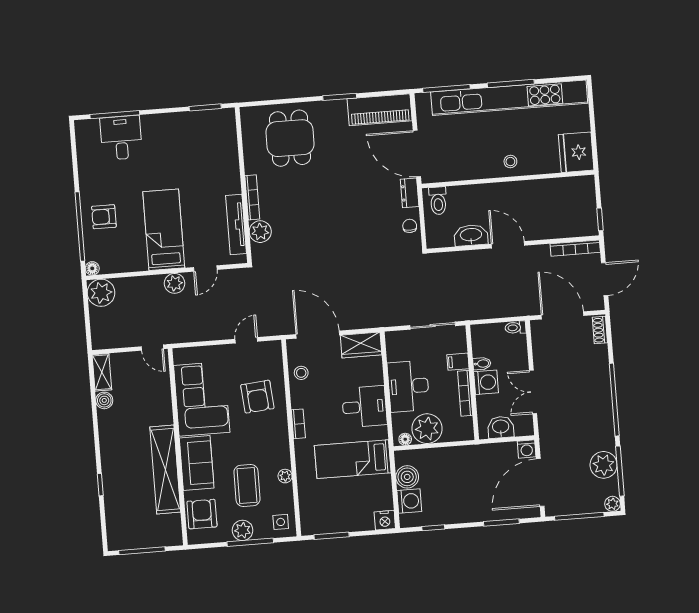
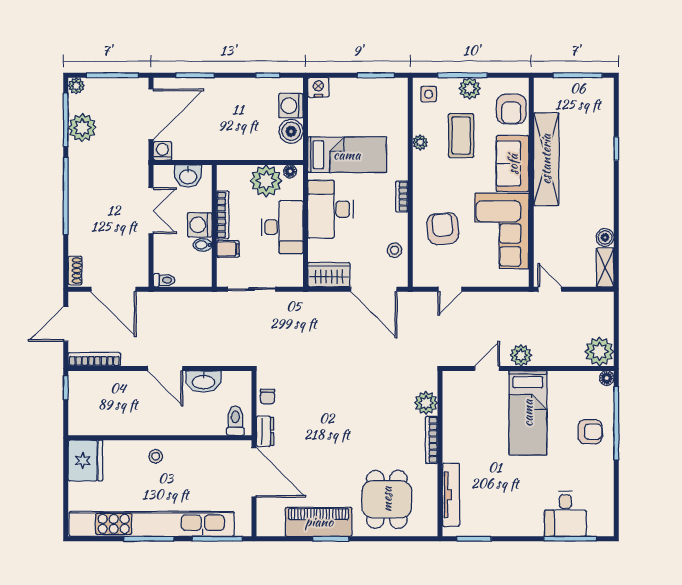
piano: (380, 110) -> (319, 522), moved
tv unit: (236, 225) -> (451, 495), moved
desk: (364, 407) -> (330, 209), width x1.37

